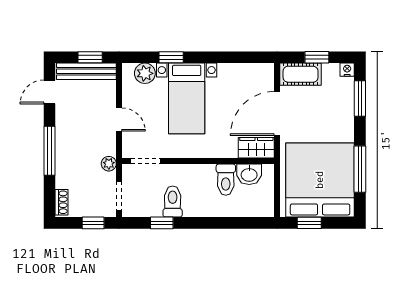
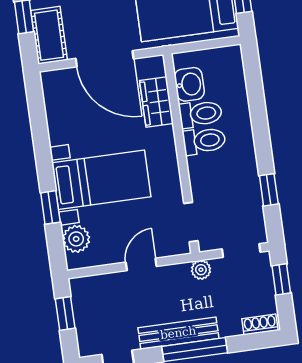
bench: (86, 71) -> (178, 333), moved, turned 90
wardrobe: (256, 148) -> (156, 102), moved
toilet: (173, 202) -> (204, 141), moved, turned 180

